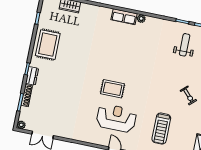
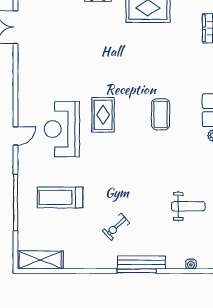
coffee table: (120, 51) -> (161, 114), added
reception desk: (116, 118) -> (62, 129), turned 180

